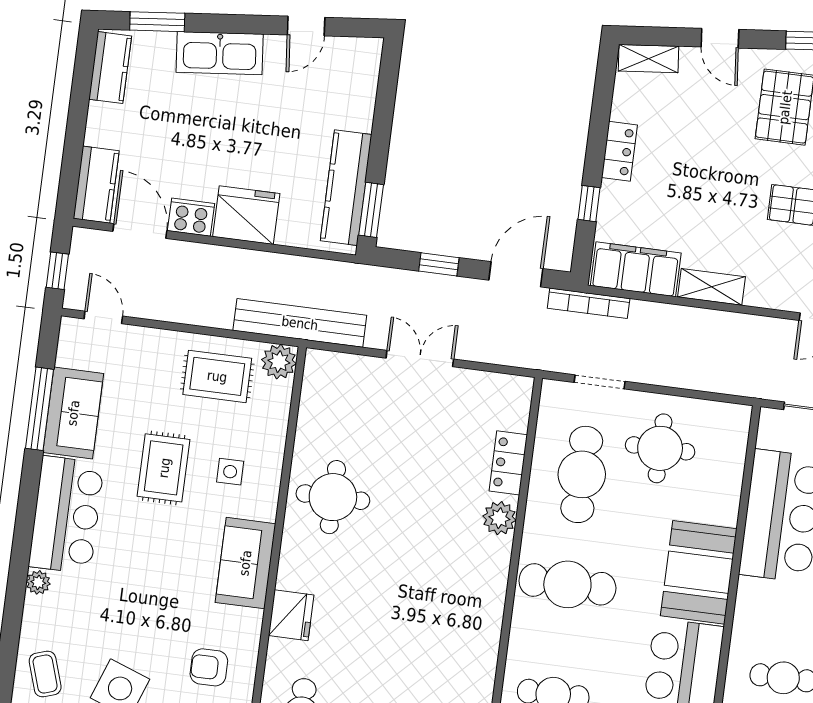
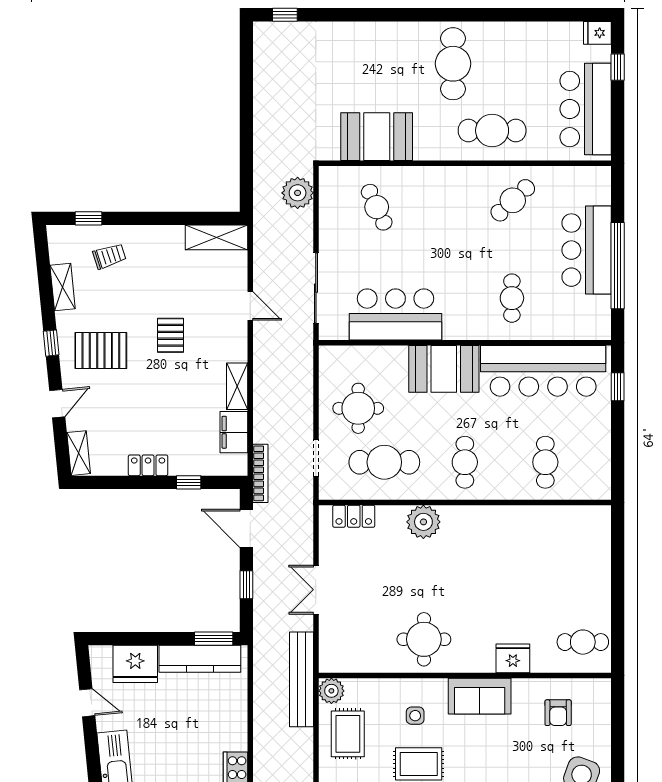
fridge: (246, 215) -> (135, 664), moved, turned -90
filing cabinet: (636, 269) -> (234, 432), width x0.67, depth x0.86
locker: (508, 463) -> (354, 516), moved
plant: (499, 518) -> (423, 522), width x1.36, depth x1.36
cafe table: (567, 584) -> (465, 462), width x0.73, depth x0.74

